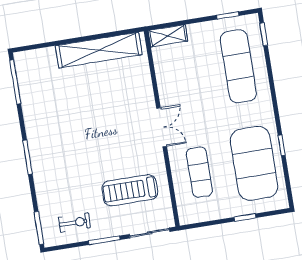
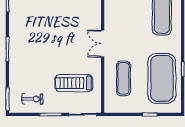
double door: (162, 127) -> (103, 44), swing flipped

